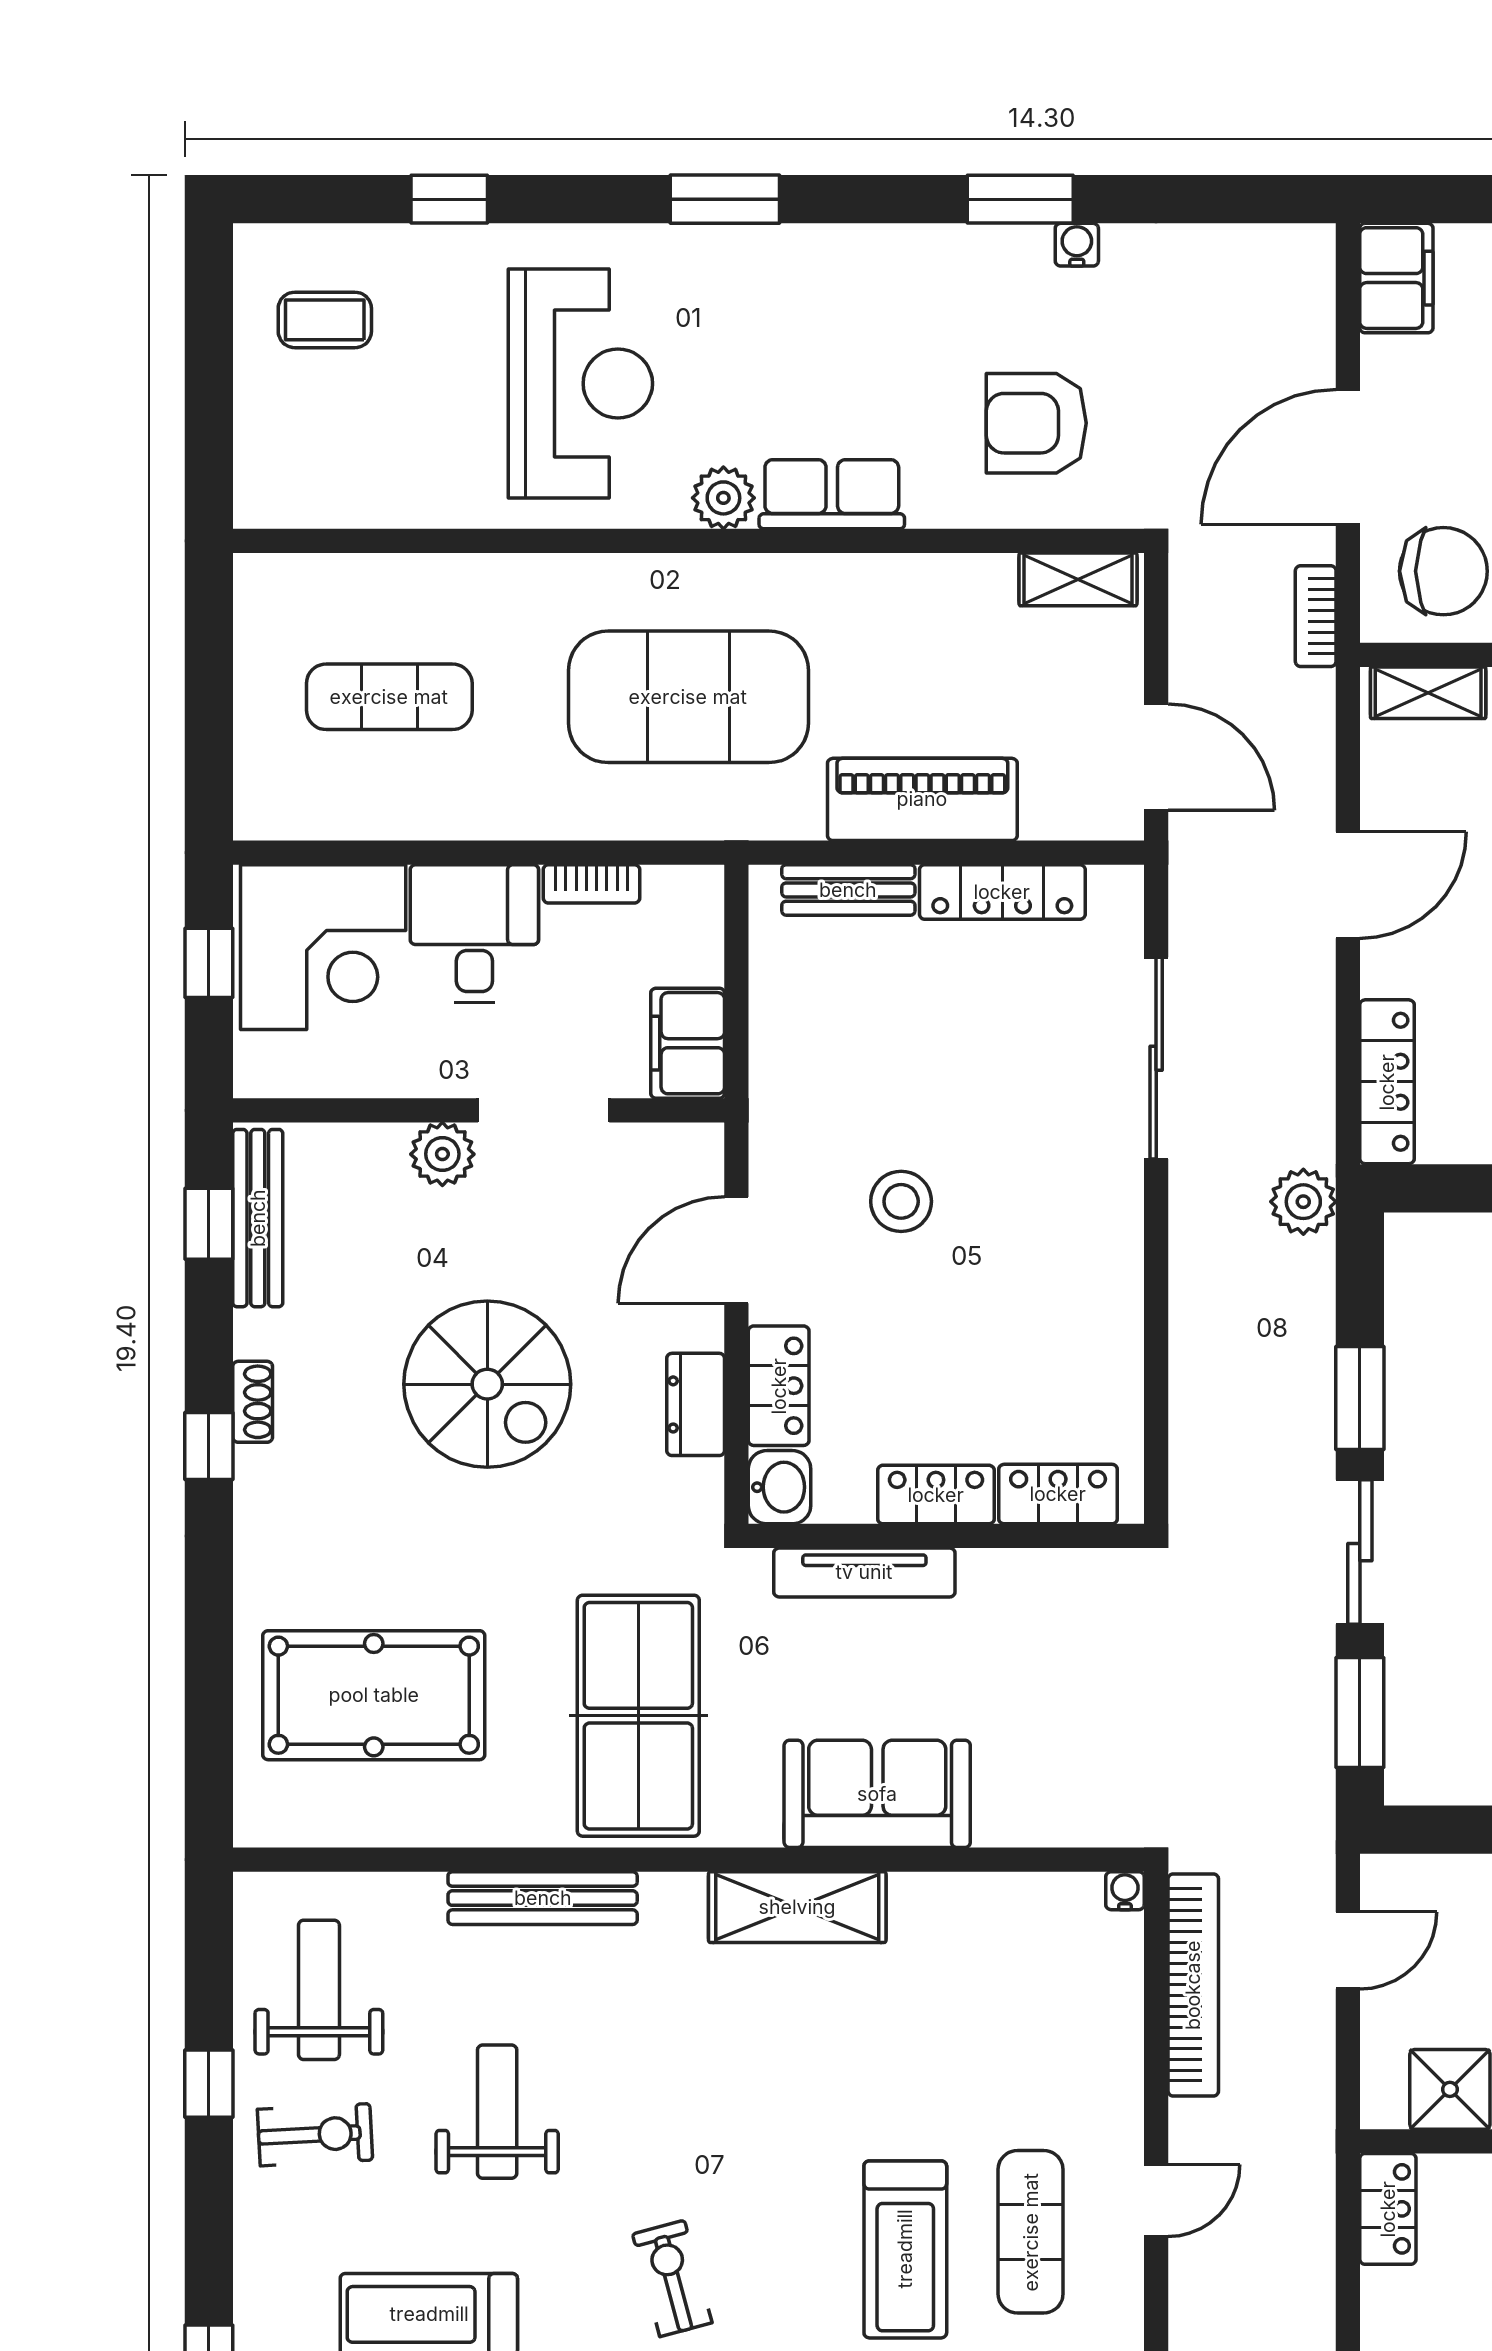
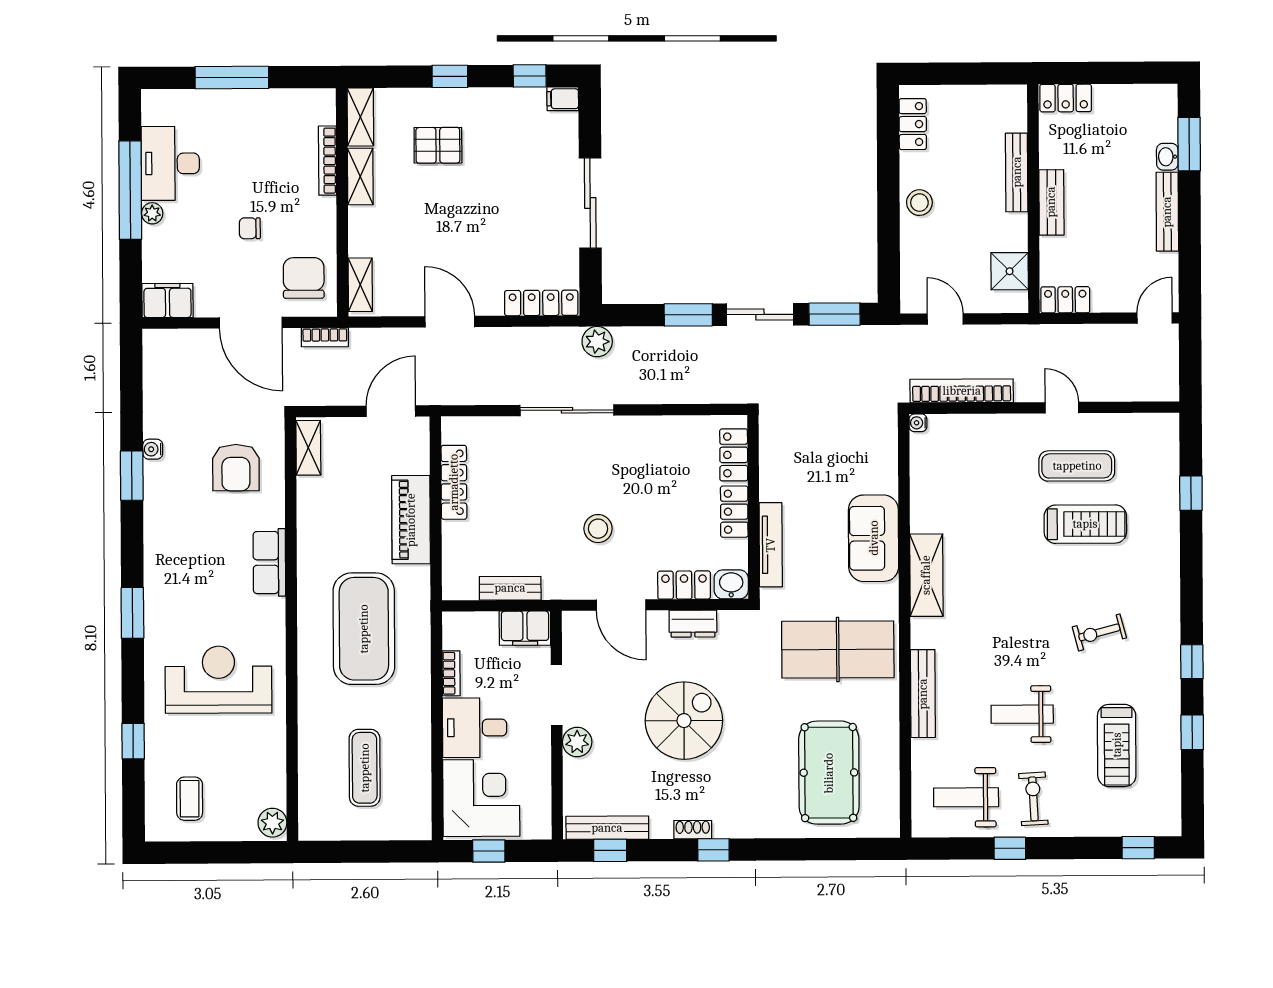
plant: (723, 498) -> (272, 823), moved
bench: (848, 890) -> (510, 588), moved, turned 90
sliding door: (1156, 1058) -> (567, 410), moved

